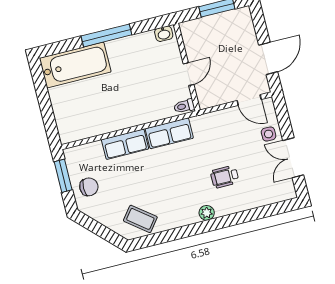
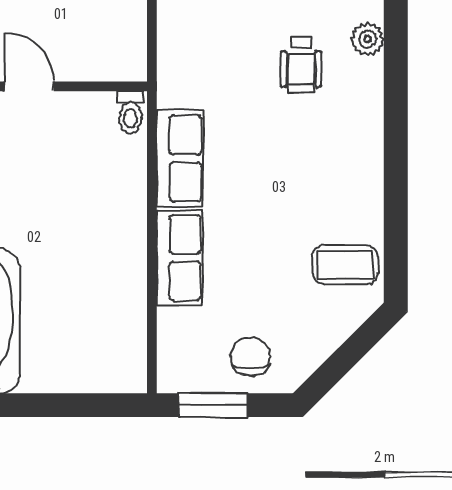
door: (188, 74) -> (29, 86), moved
plant: (207, 213) -> (368, 39), moved
coffee table: (140, 219) -> (345, 265), turned 52

